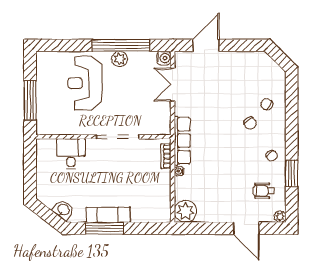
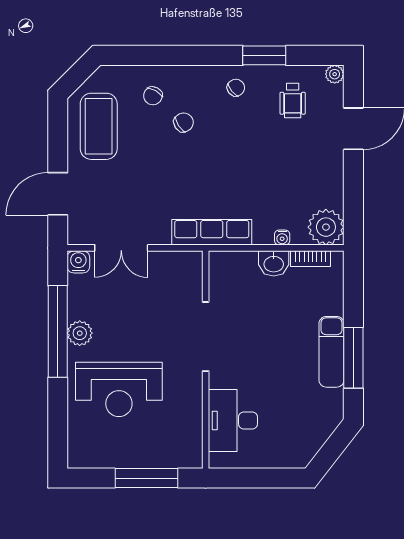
door: (206, 45) -> (58, 194), hinge flipped
coffee table: (248, 71) -> (99, 126), added
desk: (71, 154) -> (233, 420), width x1.37
bookcase: (166, 156) -> (311, 259), moved
water cooler: (179, 171) -> (282, 238), moved
washbasin: (63, 210) -> (274, 263), moved, turned -128

